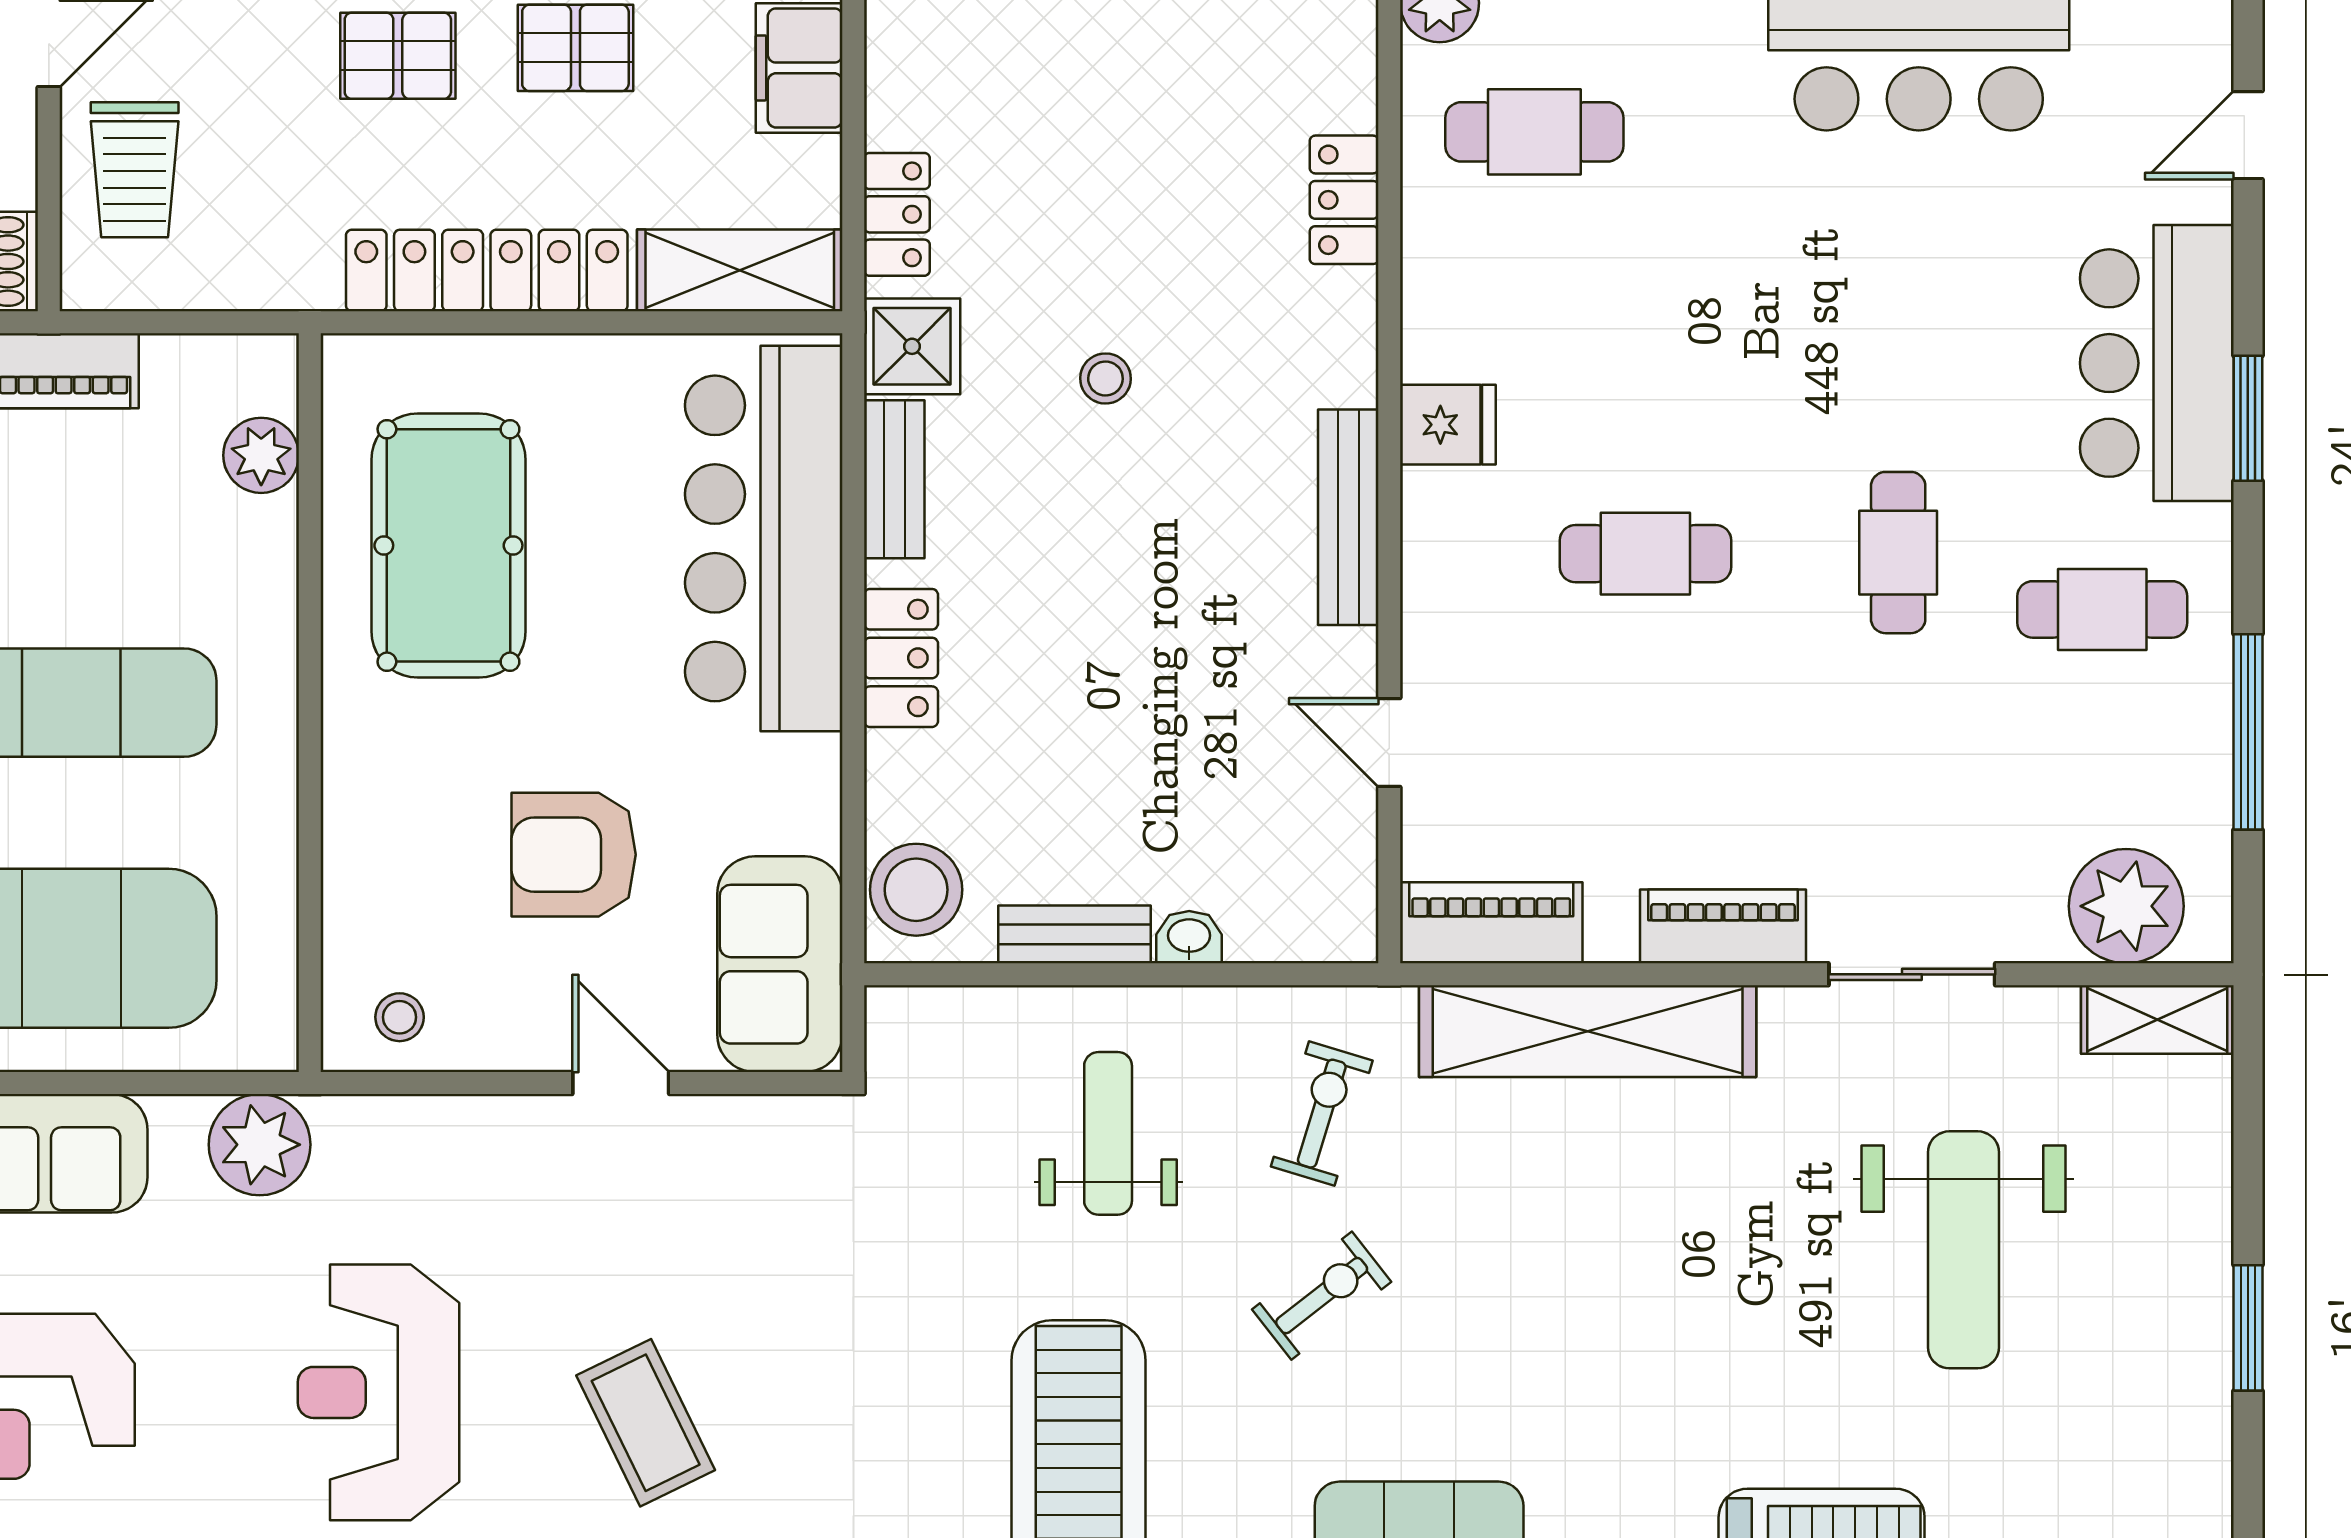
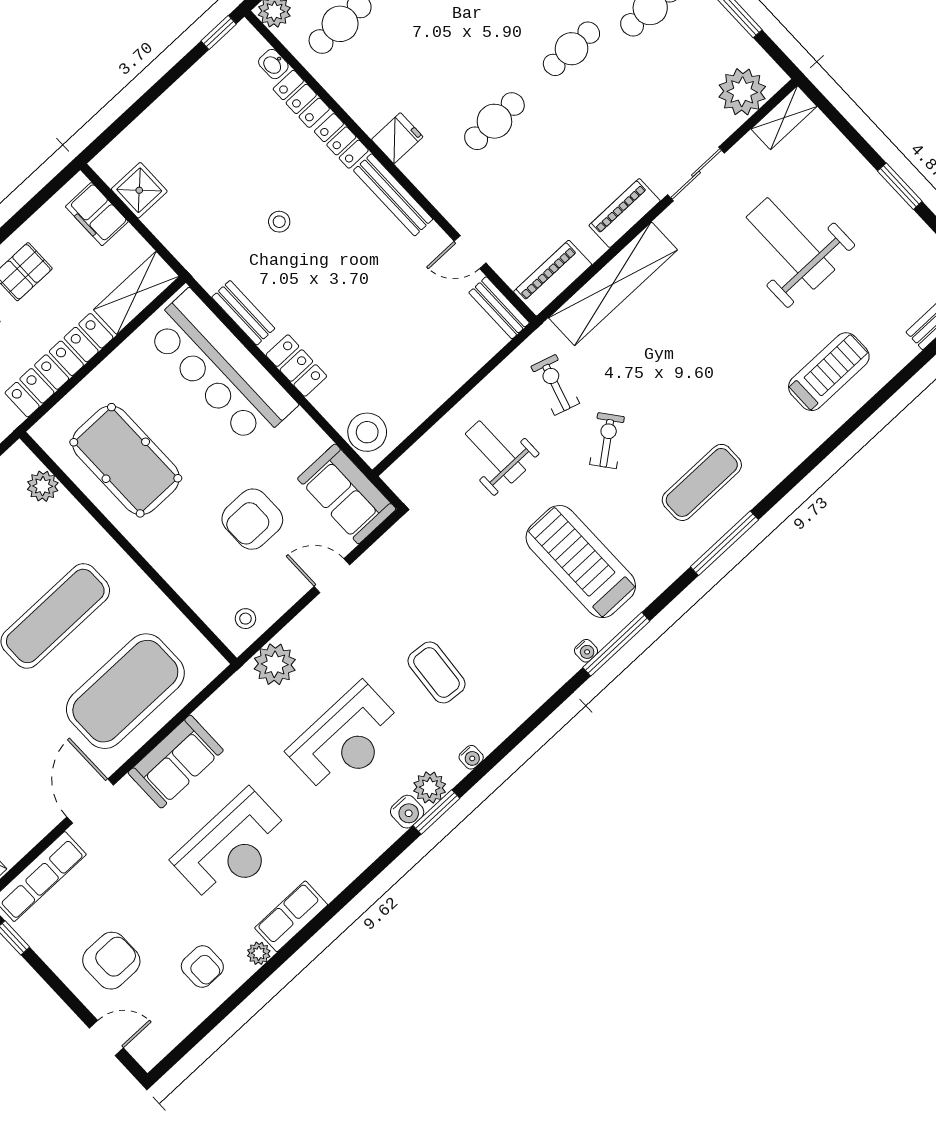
locker: (897, 214) -> (341, 141), moved, turned 180
shower: (912, 346) -> (139, 190), moved
cafe table: (1898, 553) -> (571, 49), turned 90
bench: (1075, 934) -> (499, 308), moved, turned 90
washbasin: (1189, 937) -> (273, 64), moved, turned -90
plant: (260, 1145) -> (275, 664), moved
weight bench: (1964, 1250) -> (790, 243), turned 180
reception desk: (378, 1392) -> (346, 739), turned -90
coffee table: (646, 1423) -> (436, 672), turned 31

